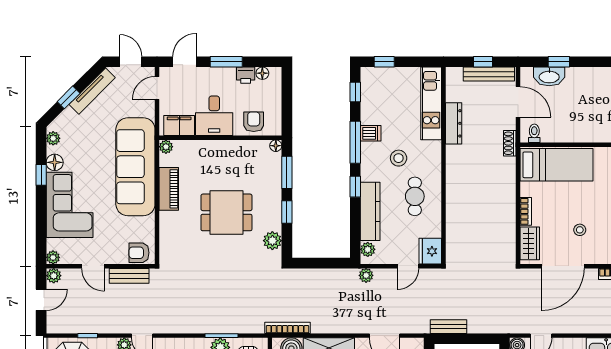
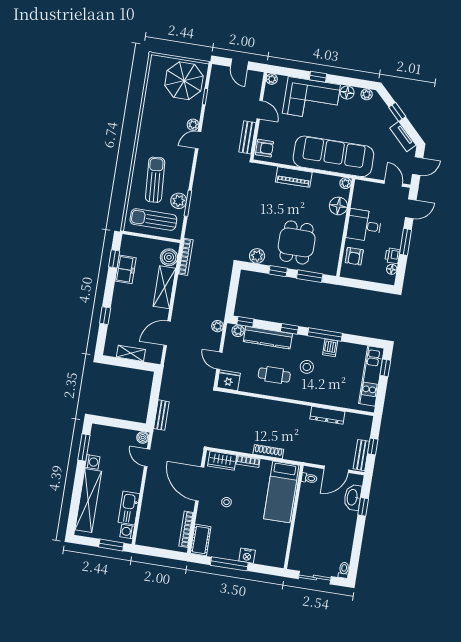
door: (185, 62) -> (411, 209), hinge flipped
bench: (489, 74) -> (361, 455), width x0.73
tv unit: (92, 91) -> (403, 136), width x0.71
window: (355, 92) -> (245, 322), moved
kitchen unit: (431, 103) -> (371, 376), moved, turned -90
armchair: (254, 122) -> (354, 256), turned 90
filing cabinet: (179, 126) -> (361, 196), removed
shoe rack: (510, 143) -> (268, 452), moved, width x1.43
floor lamp: (276, 146) -> (338, 206), moved, width x1.89, depth x1.89
window: (41, 175) -> (318, 77), moved
piano: (169, 189) -> (294, 177), moved
dining table: (226, 212) -> (297, 242), moved
armchair: (139, 253) -> (265, 148), turned 90
door: (93, 266) -> (260, 110), swing flipped
plant: (54, 276) -> (257, 77), removed
bench: (448, 327) -> (161, 415), moved

